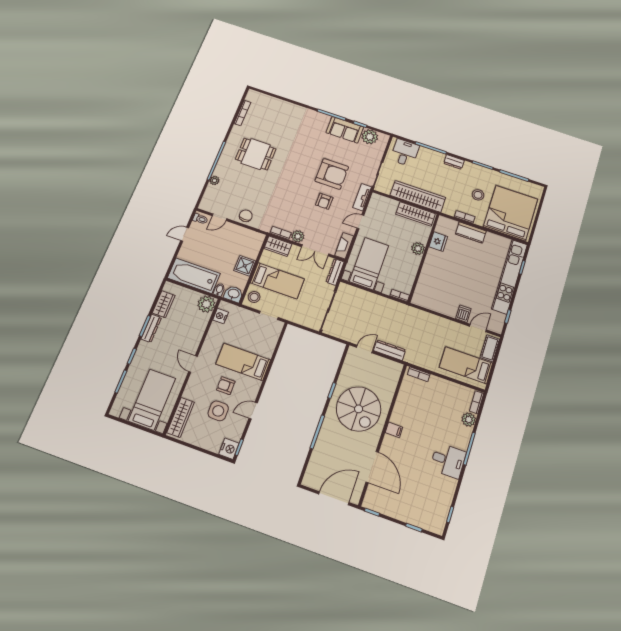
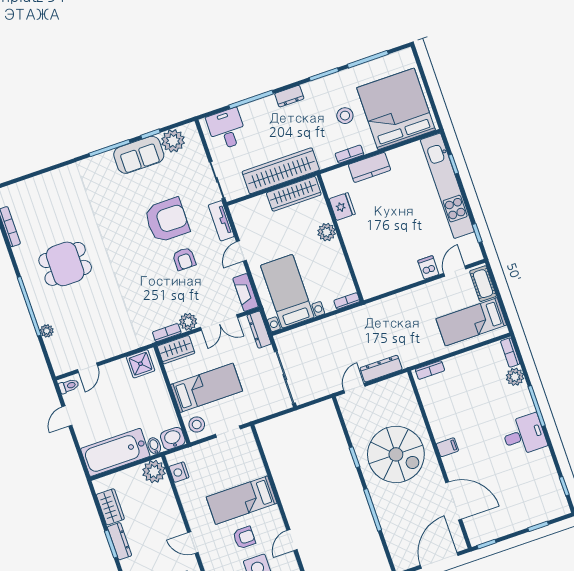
chair: (246, 216) -> (114, 343), removed
shower: (245, 266) -> (140, 364), moved
armchair: (226, 386) -> (244, 538), turned 180

